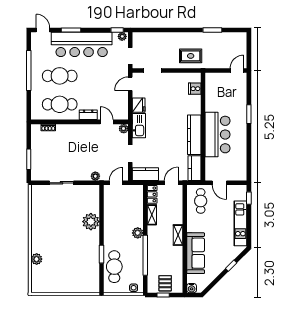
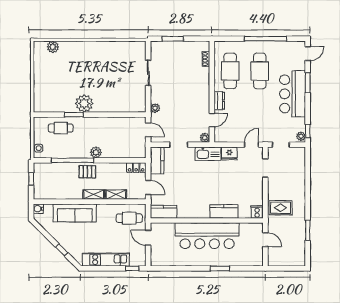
bar counter: (82, 44) -> (293, 94), width x0.73
rug: (191, 56) -> (281, 208), turned 90
door: (237, 71) -> (265, 240), moved
door: (130, 84) -> (251, 145), hinge flipped
cooker: (195, 89) -> (257, 212), moved
kitchen counter: (194, 135) -> (224, 211), moved, width x0.67
bar counter: (218, 135) -> (207, 236), width x1.36
door: (219, 183) -> (148, 238), hinge flipped
shelving: (152, 215) -> (116, 195), moved
plant: (91, 222) -> (84, 104), moved
plant: (37, 259) -> (53, 47), moved
cafe table: (114, 267) -> (61, 128), width x0.73, depth x0.74
pallet: (165, 283) -> (87, 172), moved

